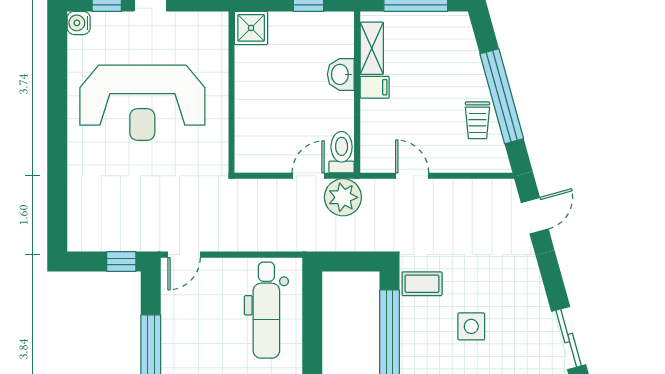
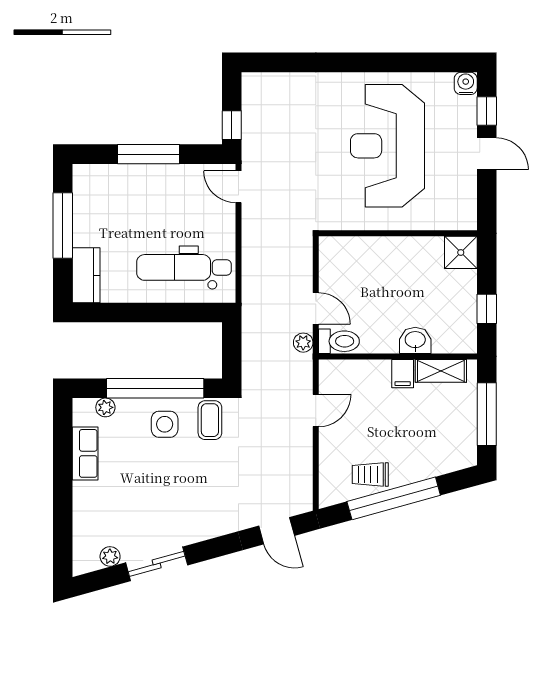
plant: (343, 197) -> (303, 343), width x0.53, depth x0.53
side table: (471, 326) -> (165, 424), moved

